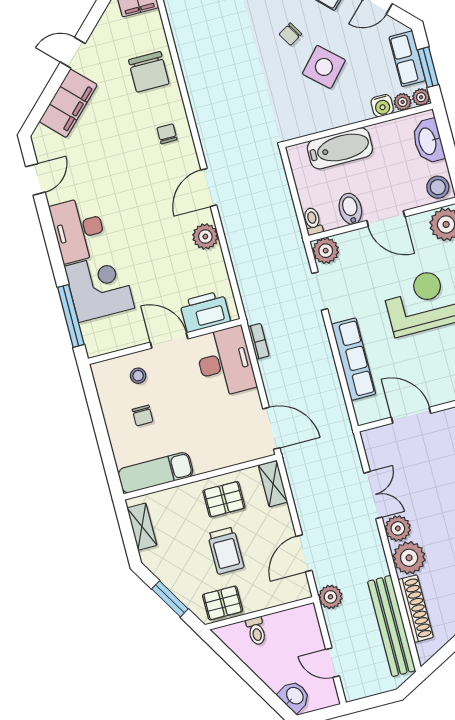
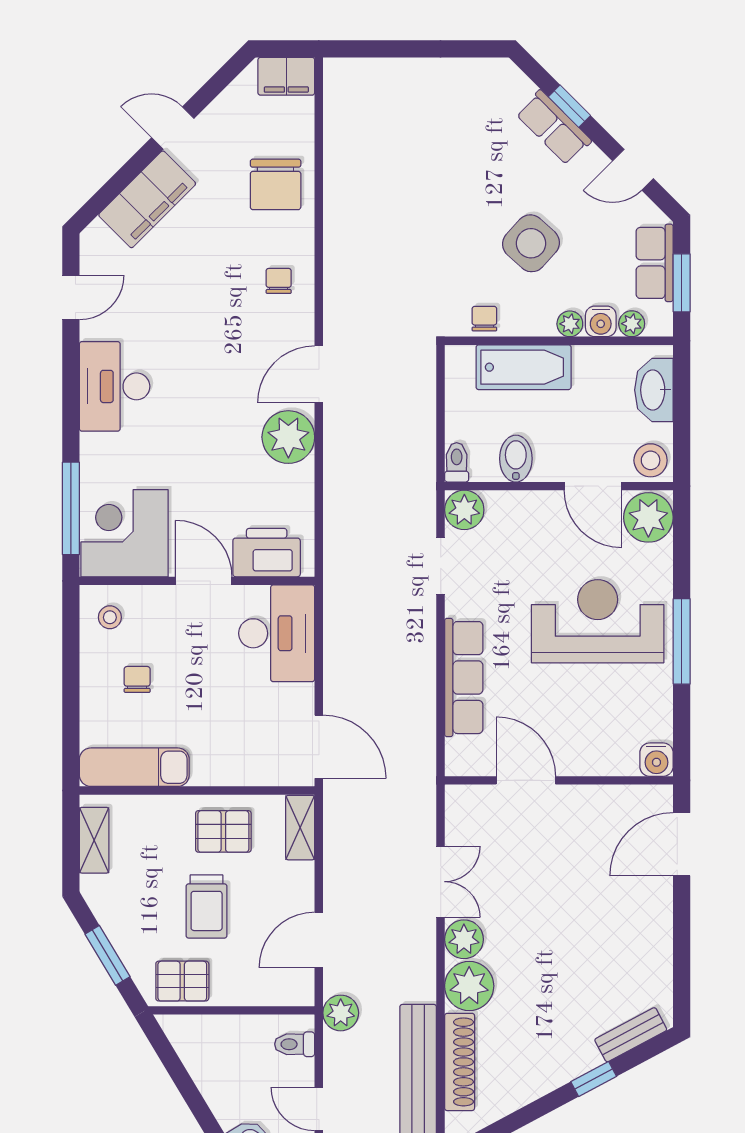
chair: (290, 34) -> (484, 319), moved, turned 121
plant: (421, 97) -> (570, 324), moved
door: (386, 219) -> (593, 486), moved
plant: (205, 236) -> (288, 437), width x1.36, depth x1.36
corner desk: (99, 287) -> (124, 533), moved, turned -90
bookcase: (259, 341) -> (333, 616), removed
stool: (138, 376) -> (110, 617), moved
chair: (143, 415) -> (137, 679), turned 180
toilet: (256, 631) -> (295, 1044), moved, turned 90

